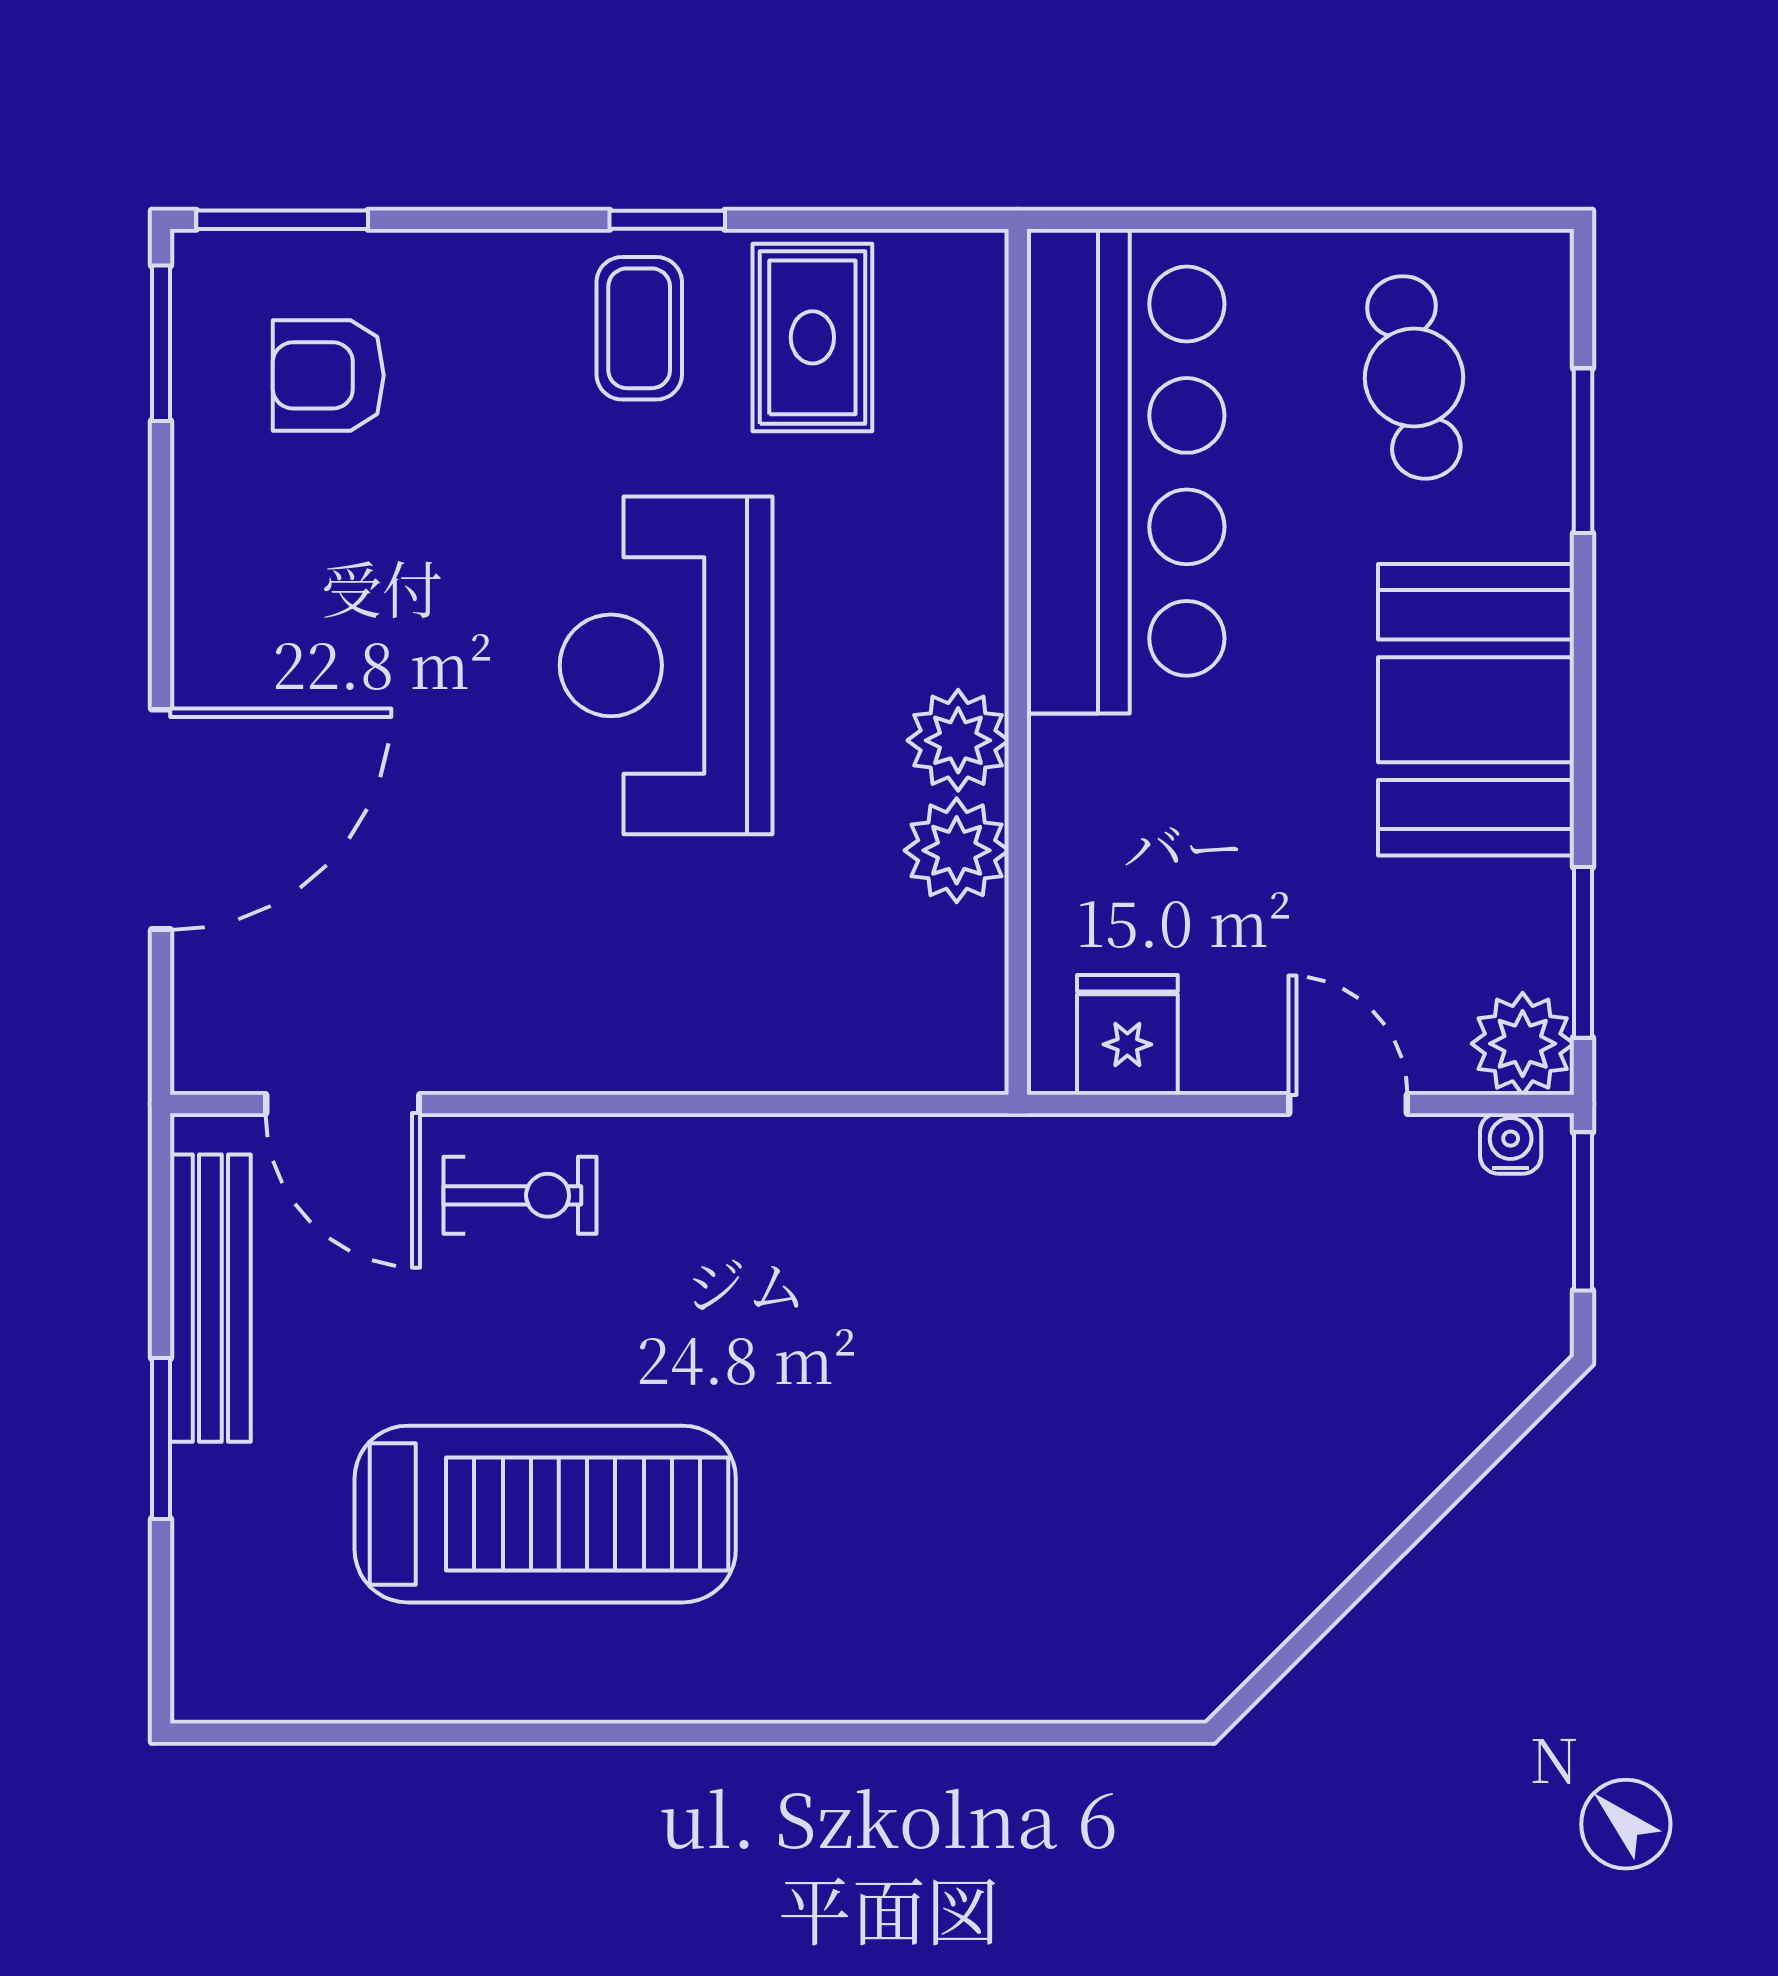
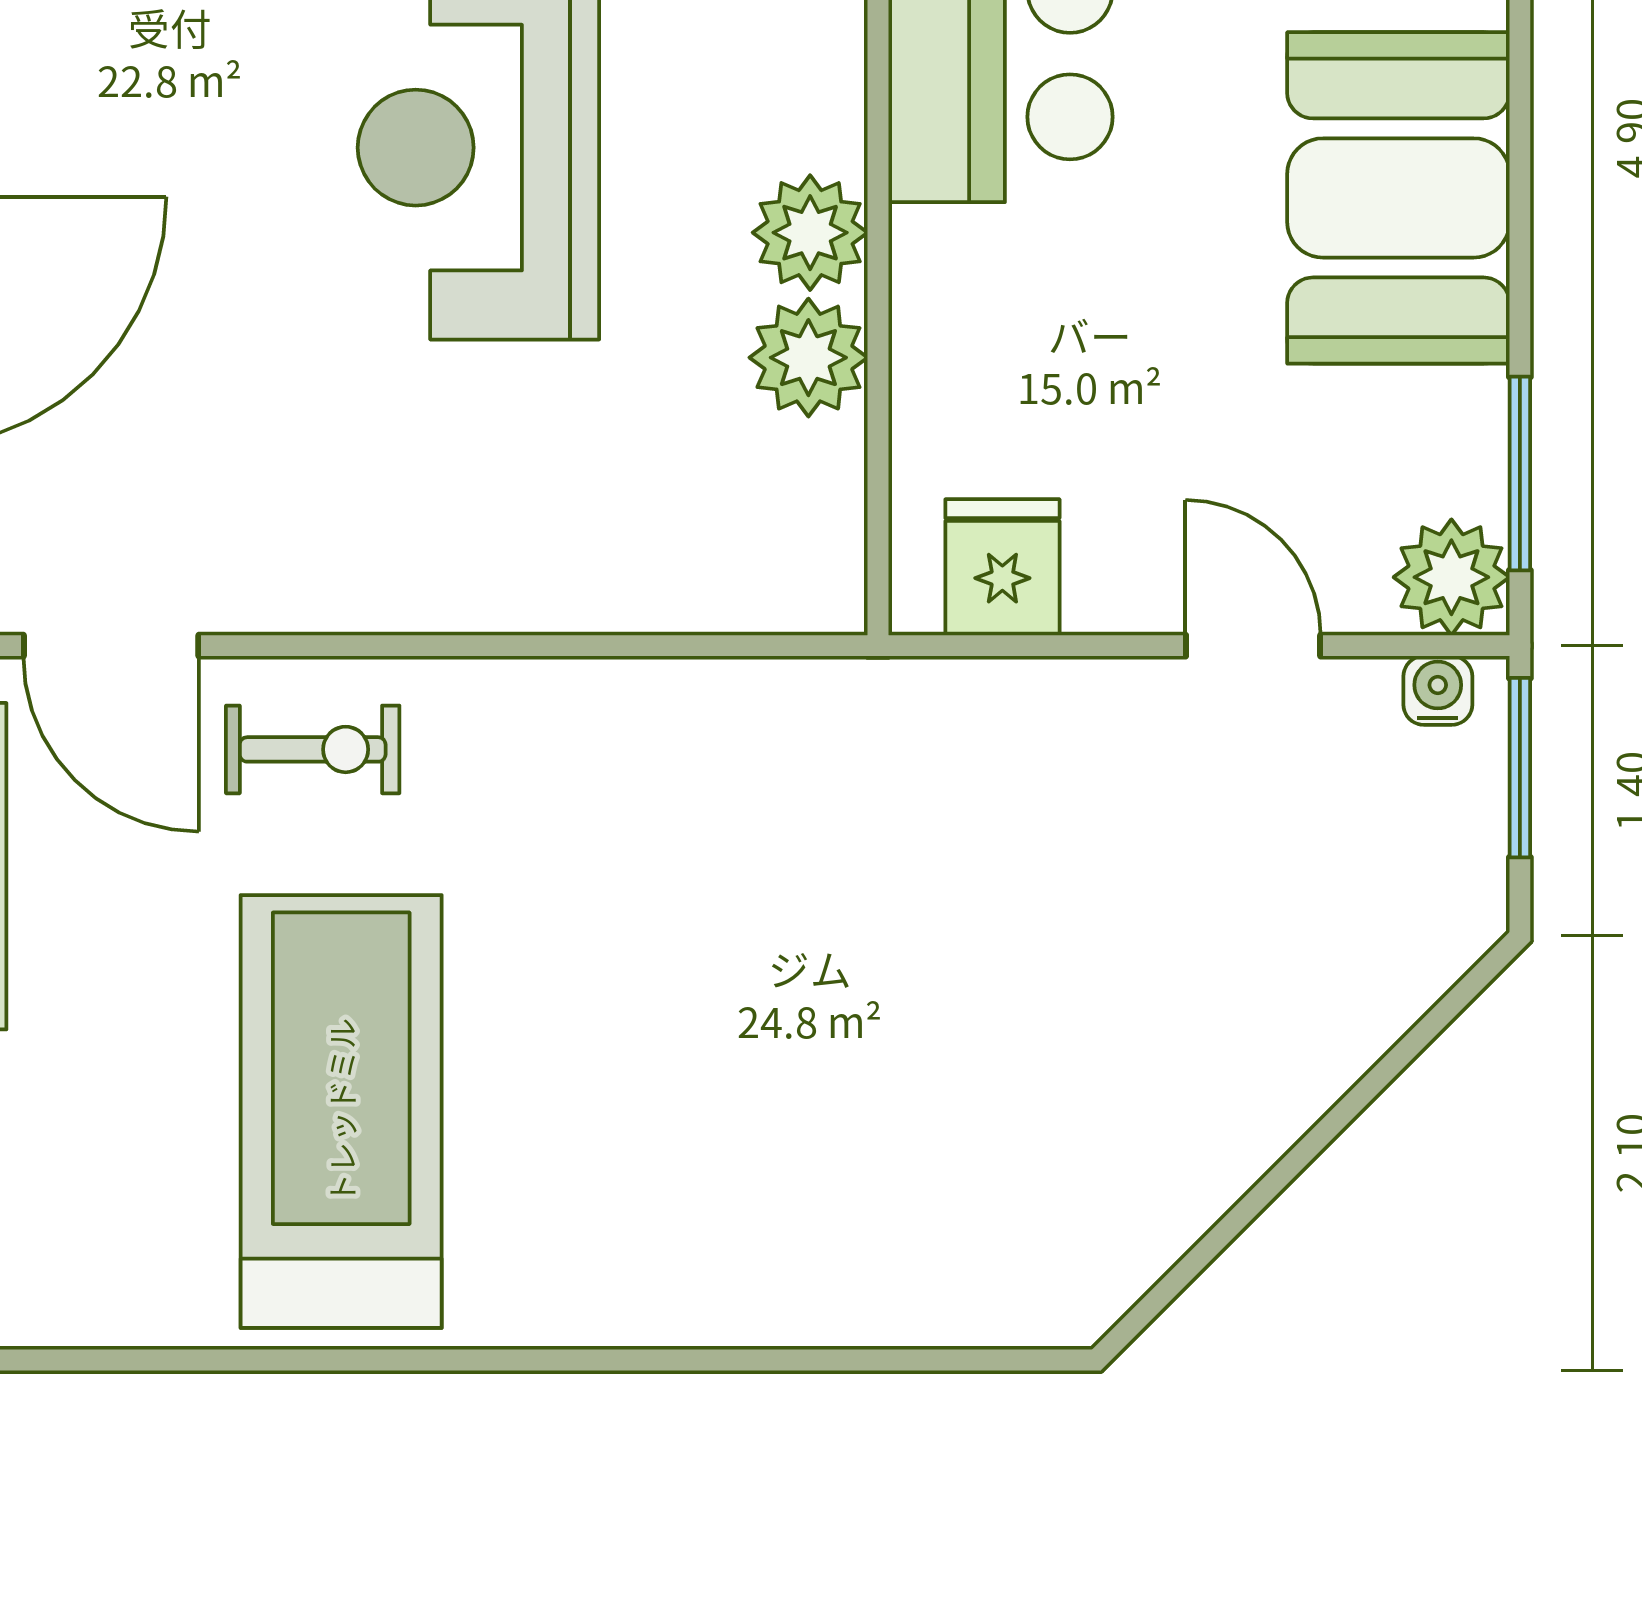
treadmill: (545, 1514) -> (341, 1111), turned -90

